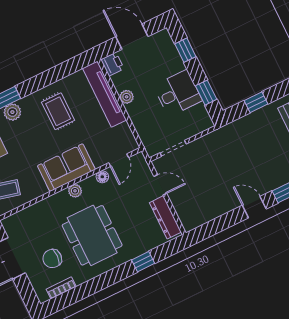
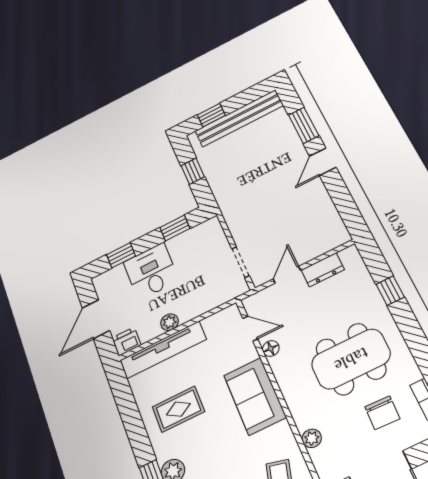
desk: (178, 93) -> (151, 271), moved
plant: (75, 191) -> (312, 438), moved
dresser: (165, 217) -> (323, 270), width x0.70

